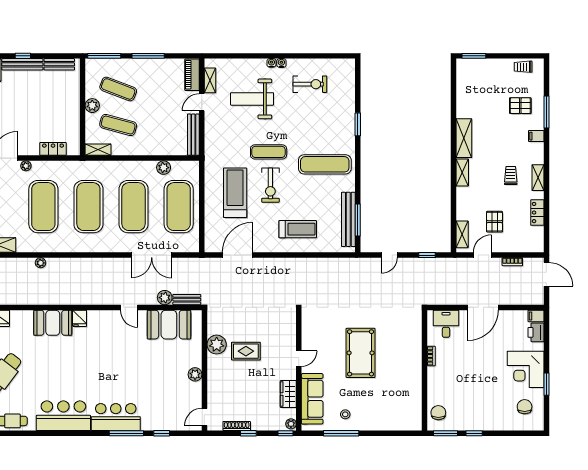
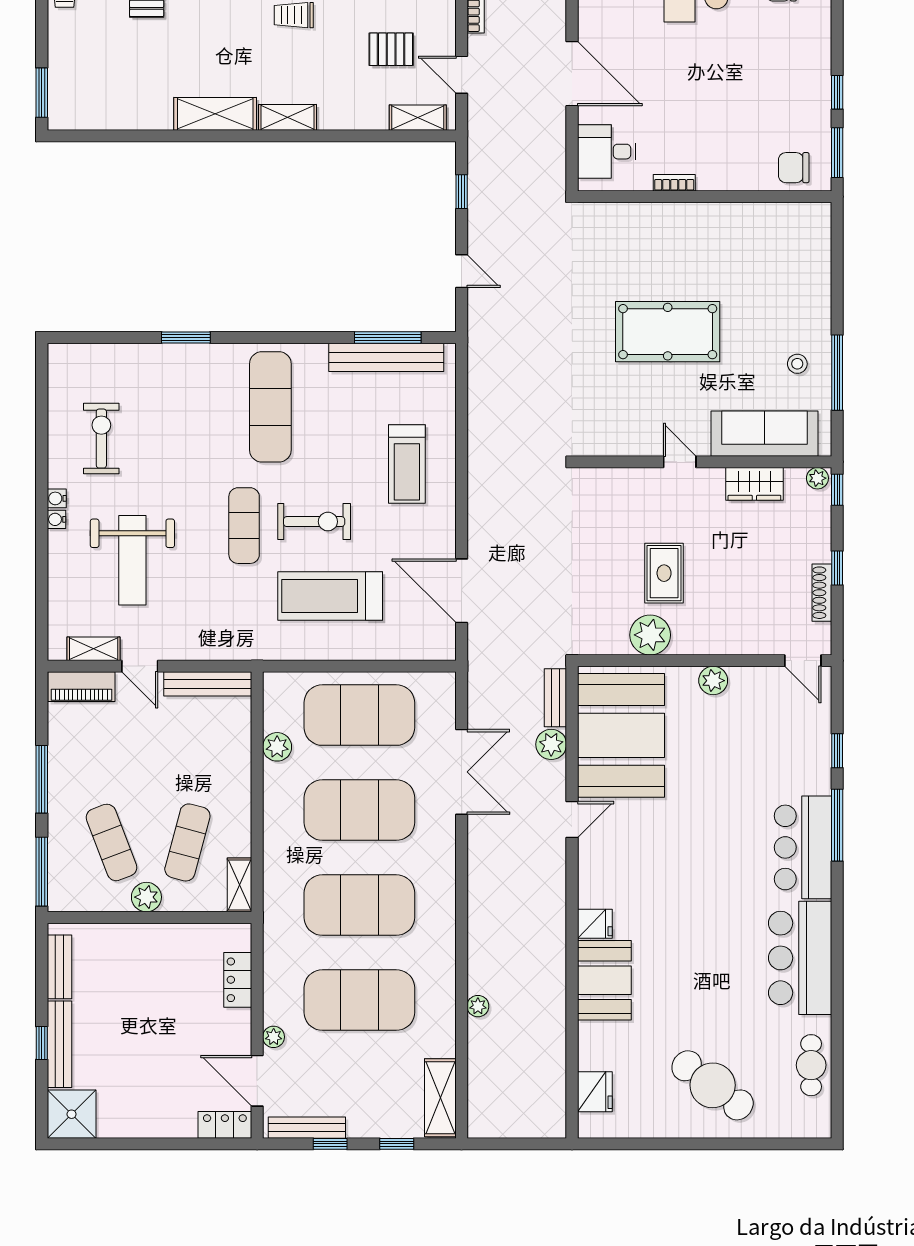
exercise mat: (118, 89) -> (111, 842), turned -42
treadmill: (298, 229) -> (407, 464), turned 180
booth: (169, 325) -> (621, 735), width x1.36, depth x1.42

